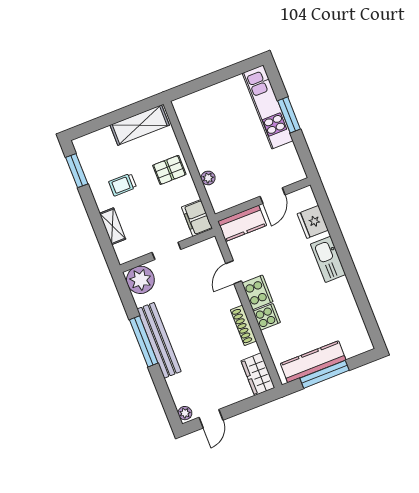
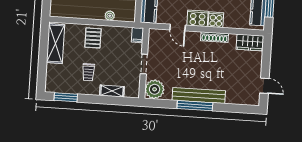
filing cabinet: (197, 218) -> (138, 35), width x0.50
plant: (185, 413) -> (253, 101), removed

